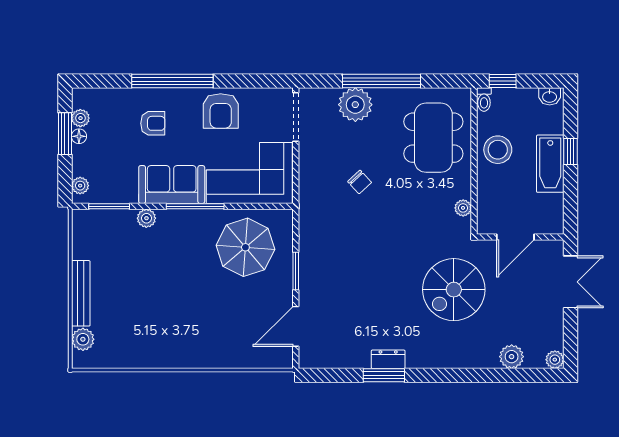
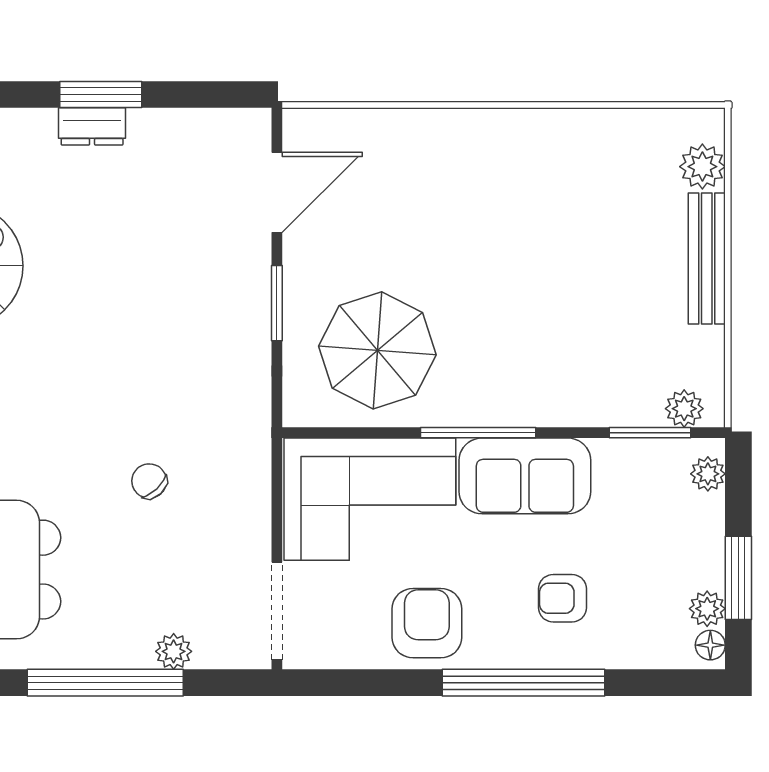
plant: (355, 105) -> (174, 651), width x0.53, depth x0.53
floor lamp: (79, 136) -> (710, 645), moved
plant: (146, 218) -> (684, 409), moved

